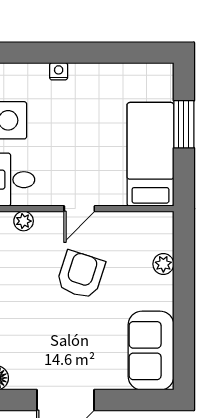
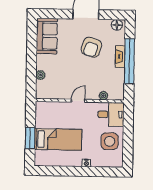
bed: (150, 154) -> (58, 139), moved, turned -90
armchair: (81, 275) -> (91, 47), moved

